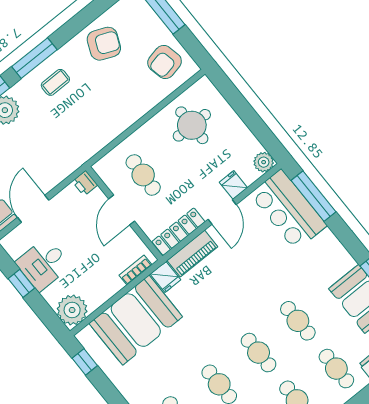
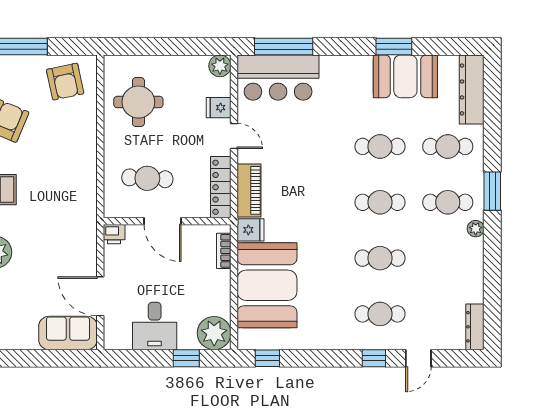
door: (222, 212) -> (234, 136), width x0.73
window: (21, 283) -> (186, 358), moved

